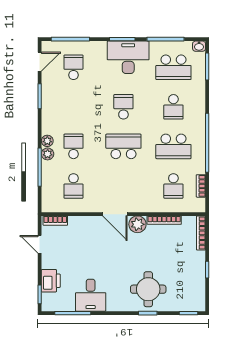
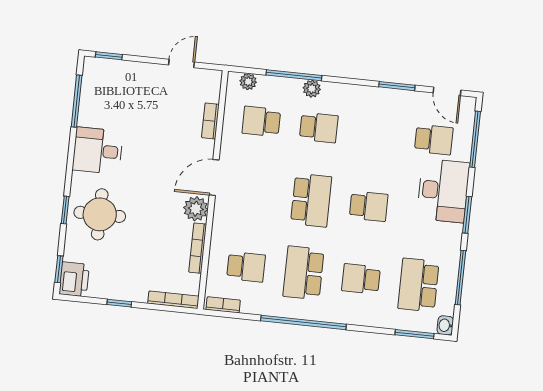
desk: (128, 57) -> (443, 191), moved
plant: (47, 141) -> (248, 82), moved
school desk: (173, 186) -> (246, 267), turned 180
bookcase: (201, 186) -> (223, 305), moved
bookcase: (55, 221) -> (210, 121), moved
printer: (51, 281) -> (74, 279), moved, turned -90
desk: (91, 295) -> (98, 151), moved

